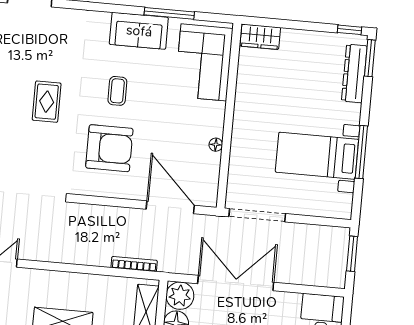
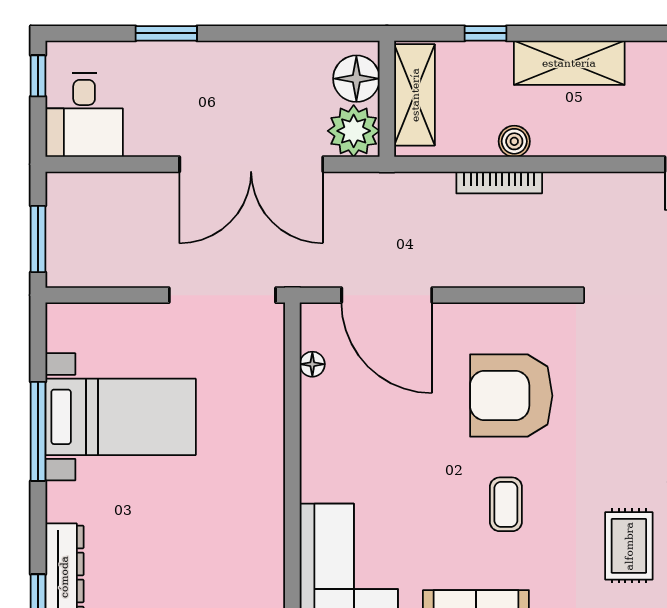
rug: (47, 102) -> (629, 546), moved
floor lamp: (216, 145) -> (312, 364), moved
bookcase: (134, 264) -> (499, 182), moved
boiler: (96, 282) -> (514, 141), added

